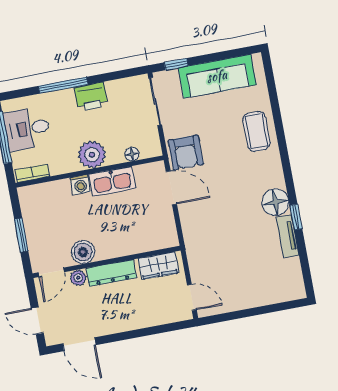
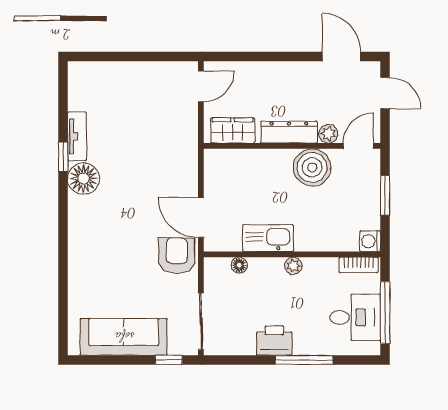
coffee table: (256, 131) -> (90, 265), removed
plant: (92, 155) -> (293, 266), width x0.53, depth x0.53
washing machine: (80, 185) -> (370, 241), moved, turned -90
boiler: (83, 252) -> (312, 167), width x1.37, depth x1.37
door: (192, 297) -> (201, 86), swing flipped

